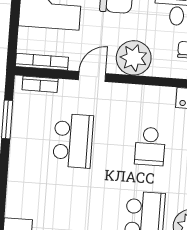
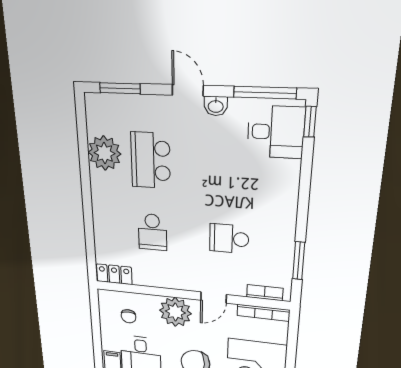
school desk: (73, 141) -> (229, 239), width x0.54
school desk: (150, 146) -> (152, 232), turned 180

